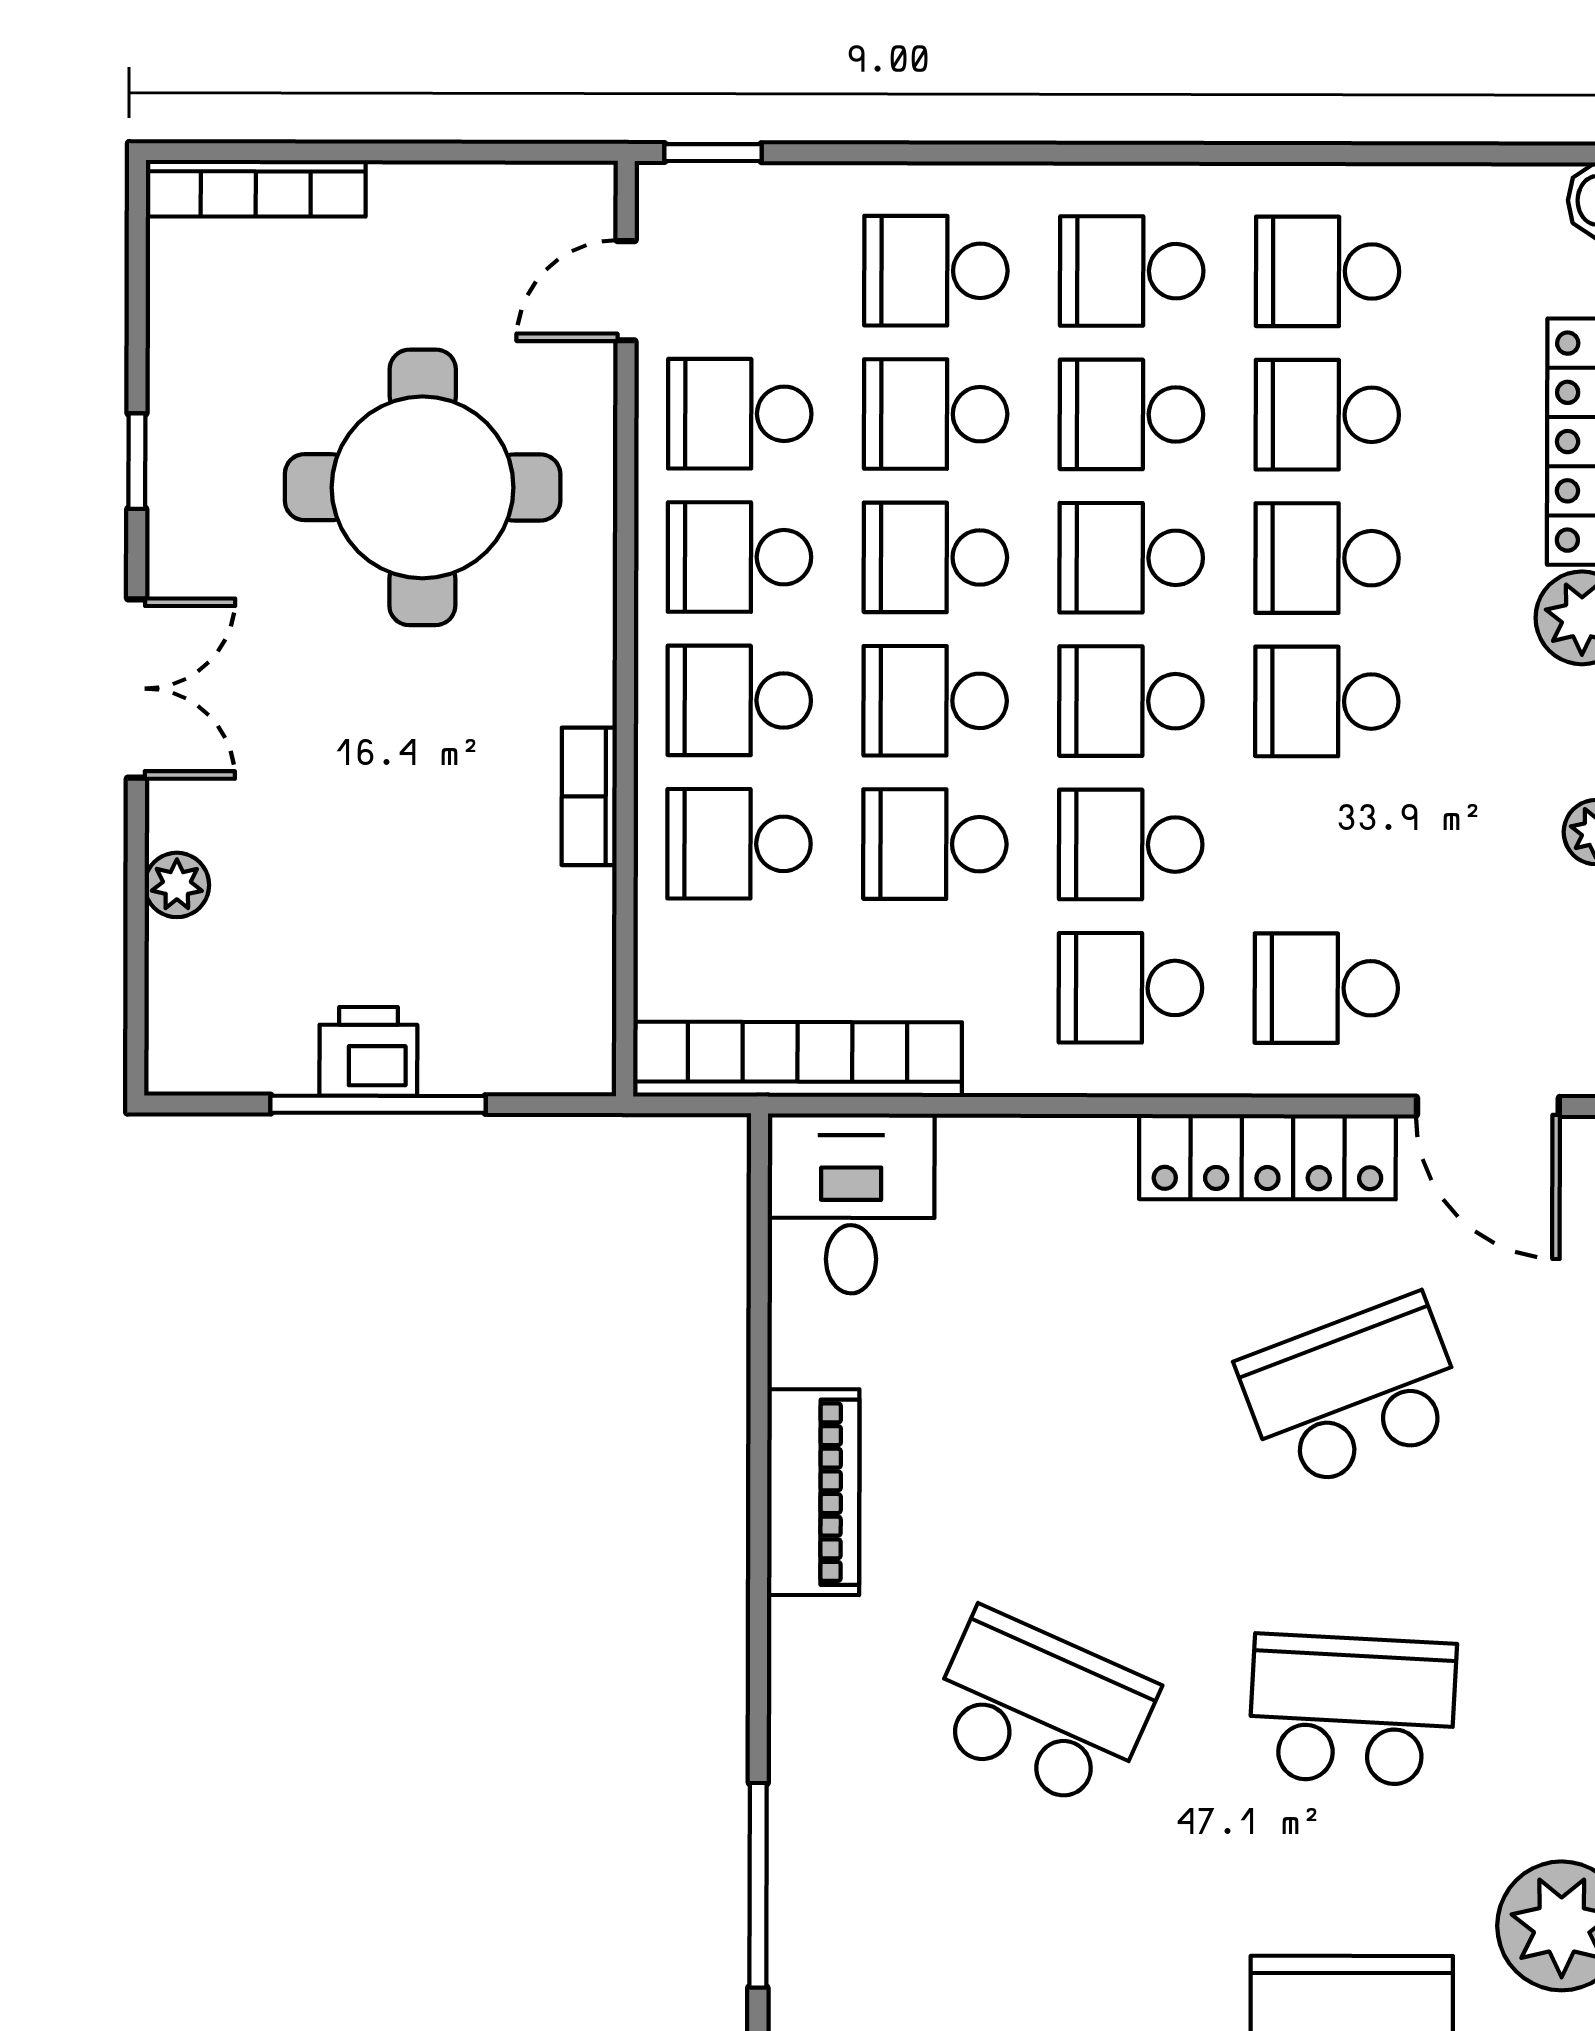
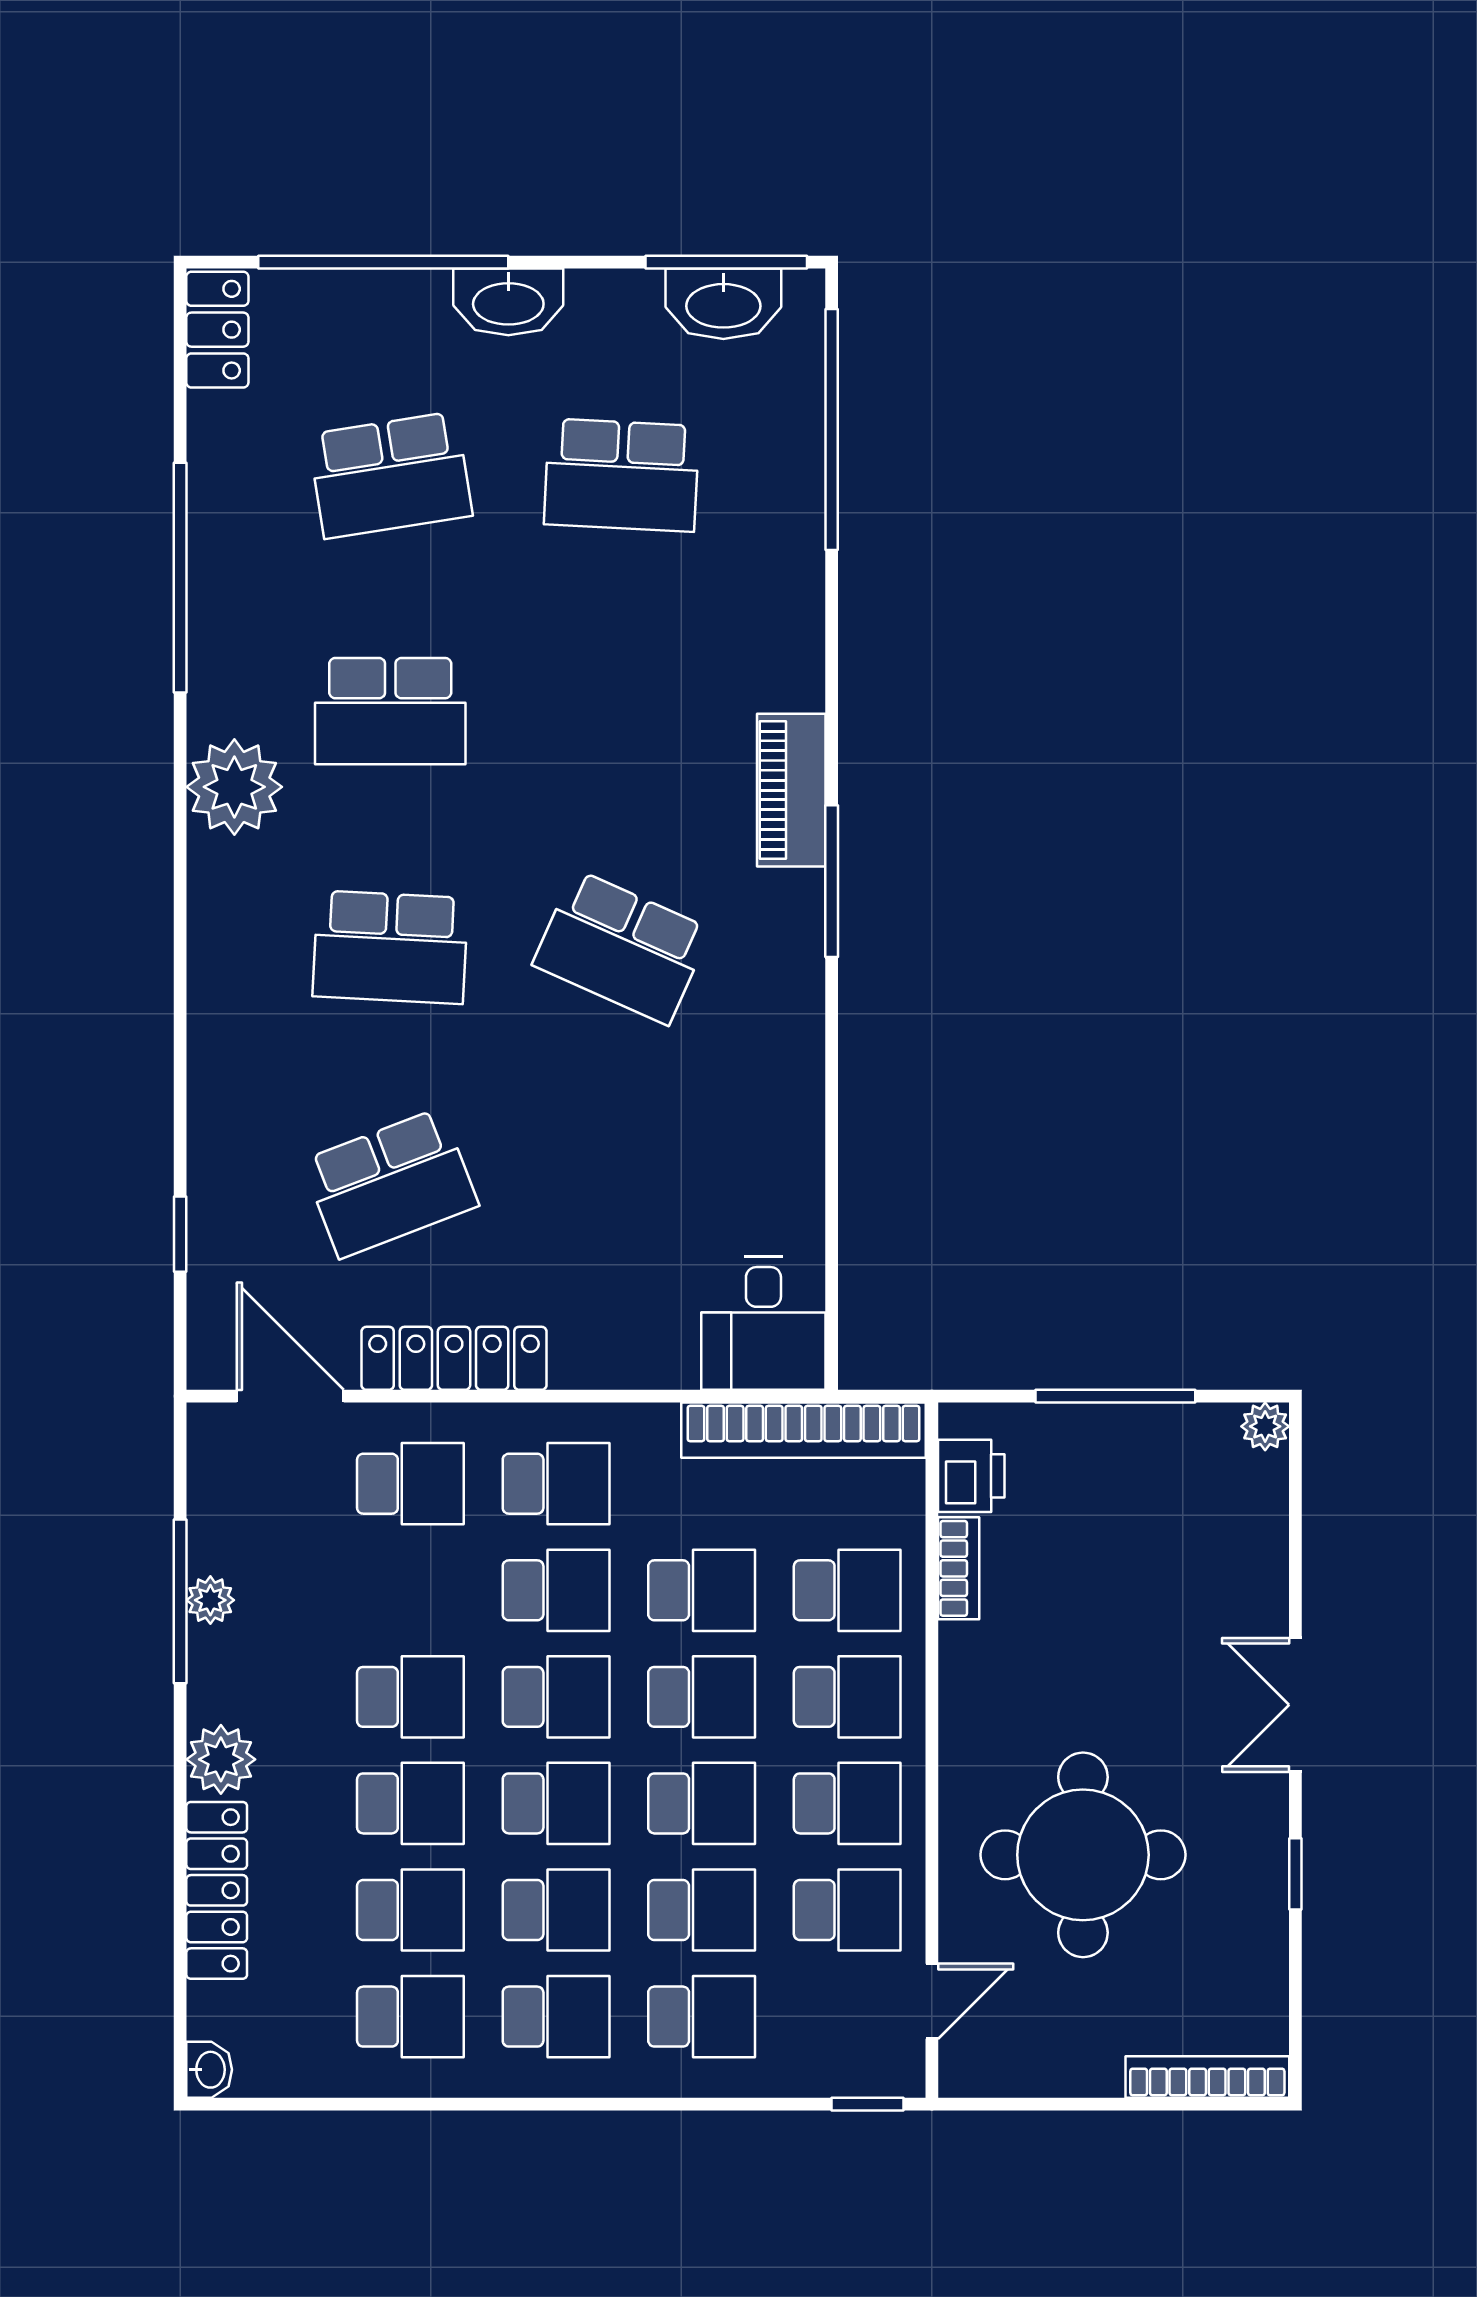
bookcase: (589, 796) -> (959, 1568), moved
plant: (177, 885) -> (1265, 1426), moved
printer: (368, 1051) -> (971, 1476), moved, turned -90
piano: (813, 1492) -> (791, 790), moved
window: (758, 1885) -> (832, 881), moved

